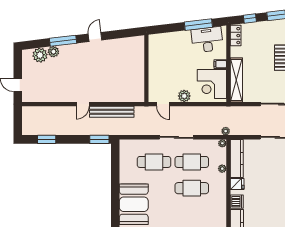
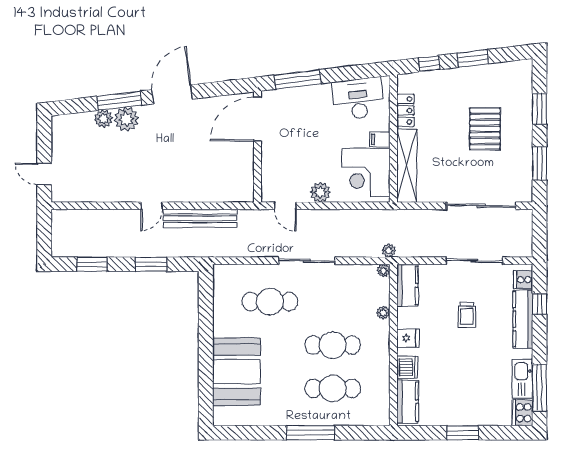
window: (198, 25) -> (298, 79), moved
locker: (236, 36) -> (405, 110), moved
door: (95, 37) -> (172, 94), width x1.87
door: (146, 52) -> (257, 119), added
plant: (40, 55) -> (126, 119), moved
window: (99, 139) -> (151, 264), moved
kitchen counter: (237, 159) -> (407, 285), width x0.67
cafe table: (192, 162) -> (333, 388), moved
trolley: (273, 170) -> (467, 315), added

